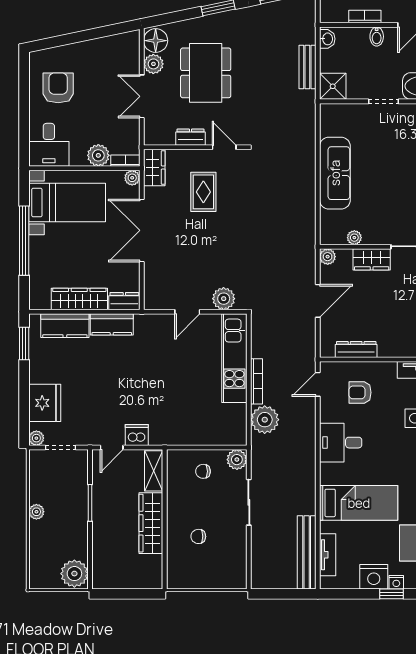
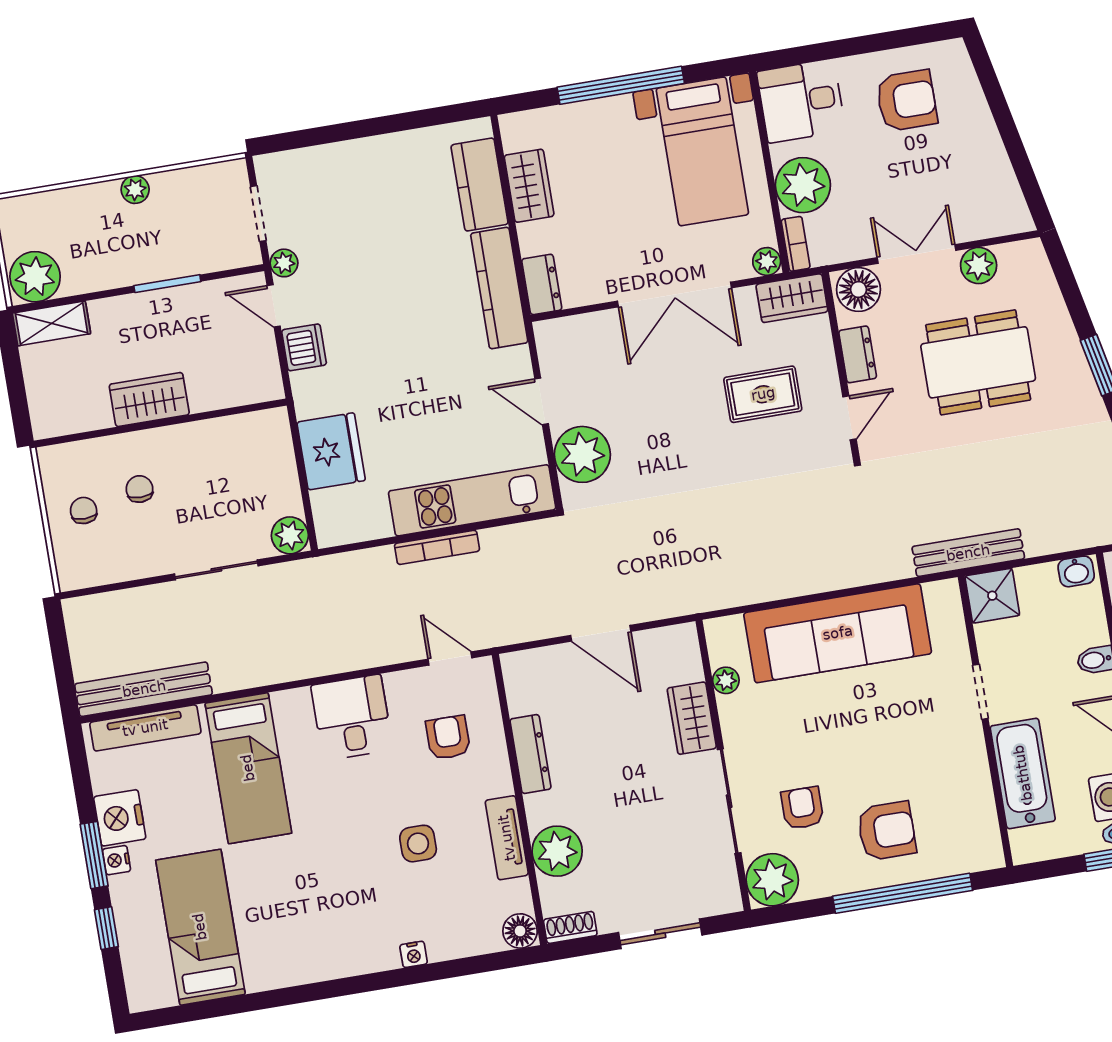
floor lamp: (156, 41) -> (858, 289), moved
bench: (307, 67) -> (968, 553), moved, width x1.36
plant: (98, 155) -> (803, 185), width x1.36, depth x1.36
sofa: (335, 173) -> (838, 633), width x1.36, depth x1.27
double door: (142, 230) -> (674, 295), swing flipped
plant: (328, 257) -> (683, 638), removed
wardrobe: (79, 299) -> (529, 186), width x0.67
plant: (224, 299) -> (582, 454), width x1.36, depth x1.36
kitchen counter: (112, 324) -> (499, 288), width x1.50
window: (24, 344) -> (435, 116), removed
dresser: (356, 350) -> (530, 754), moved
fridge: (45, 403) -> (331, 451), moved, turned -90
plant: (265, 420) -> (370, 574), removed
plant: (36, 438) -> (284, 263), moved
shelving: (154, 471) -> (52, 323), moved
chair: (203, 471) -> (84, 511), moved
wardrobe: (151, 523) -> (149, 400), width x0.67
tv unit: (328, 555) -> (145, 728), width x1.41
window: (391, 594) -> (94, 855), width x1.50

